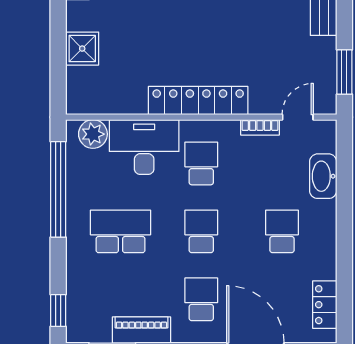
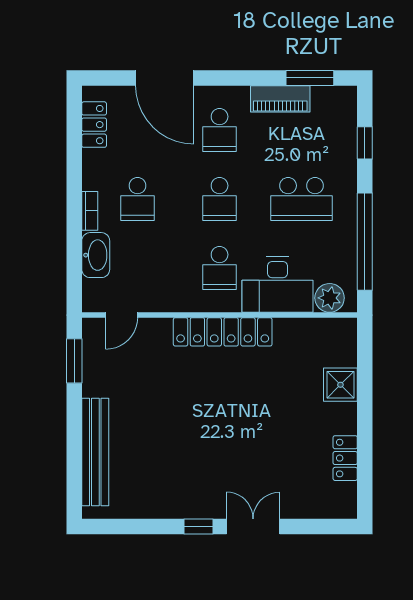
bookcase: (260, 127) -> (90, 211), moved, turned 90
window: (58, 311) -> (365, 143), moved

